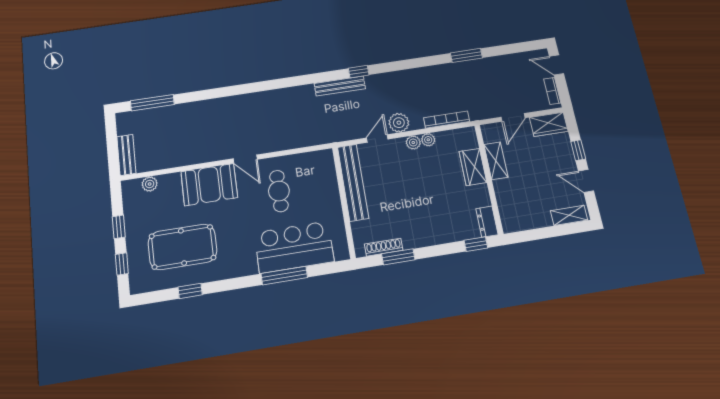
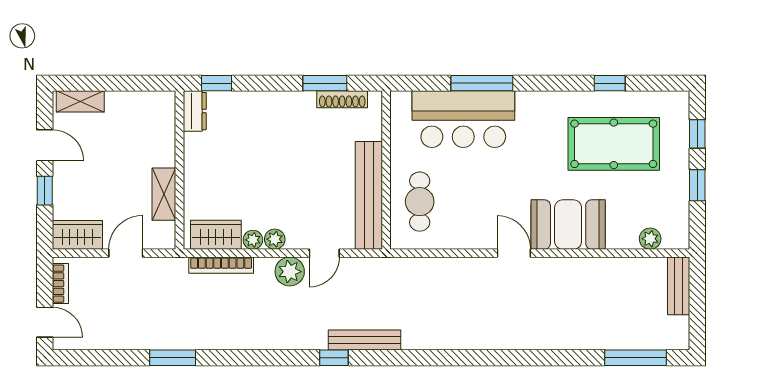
wardrobe: (473, 167) -> (216, 235), moved, turned -90
cafe table: (279, 191) -> (420, 202), moved

